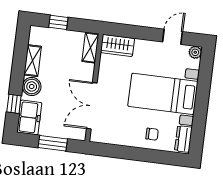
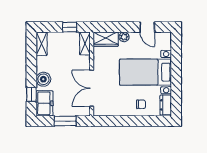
window: (58, 22) -> (70, 27), moved
door: (173, 37) -> (147, 27), swing flipped
plant: (195, 52) -> (124, 37), moved
shelving: (33, 61) -> (42, 44), moved

